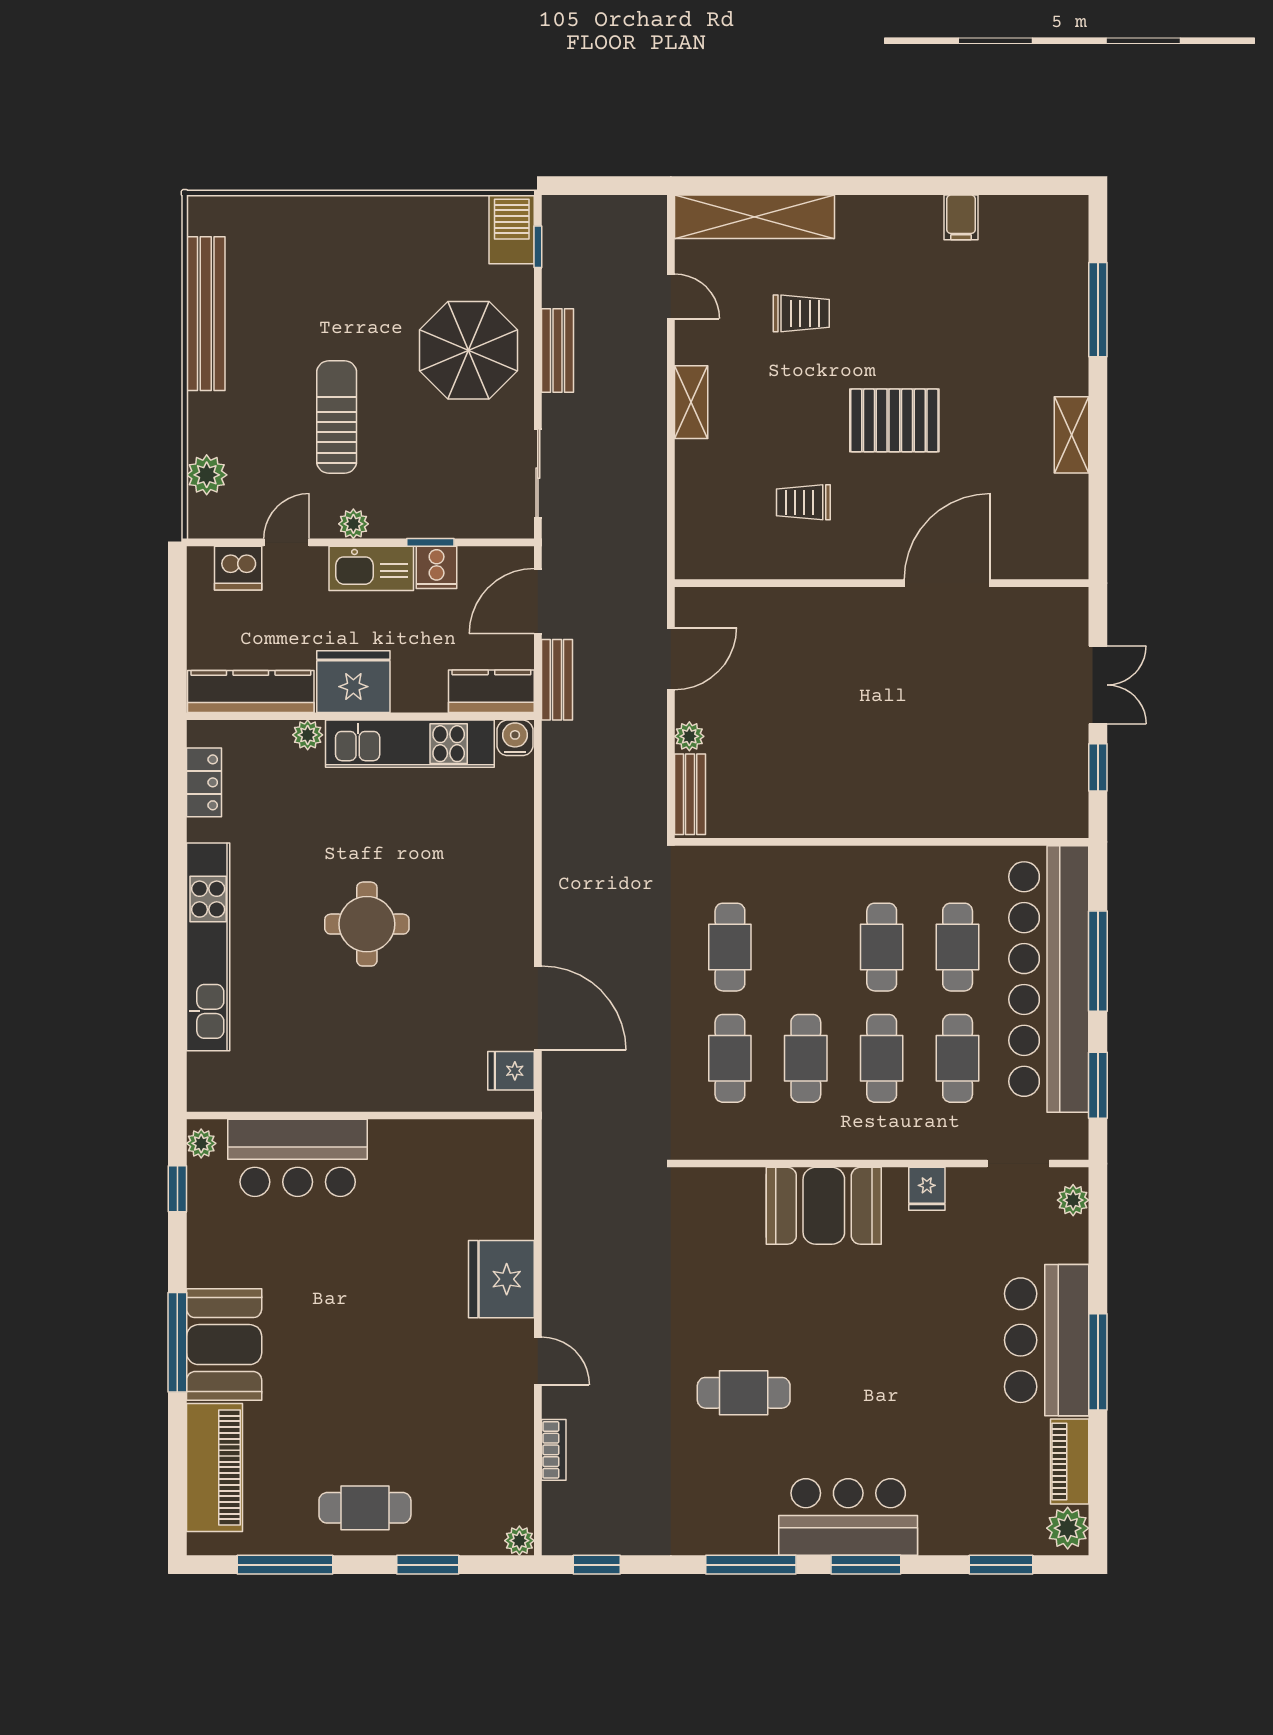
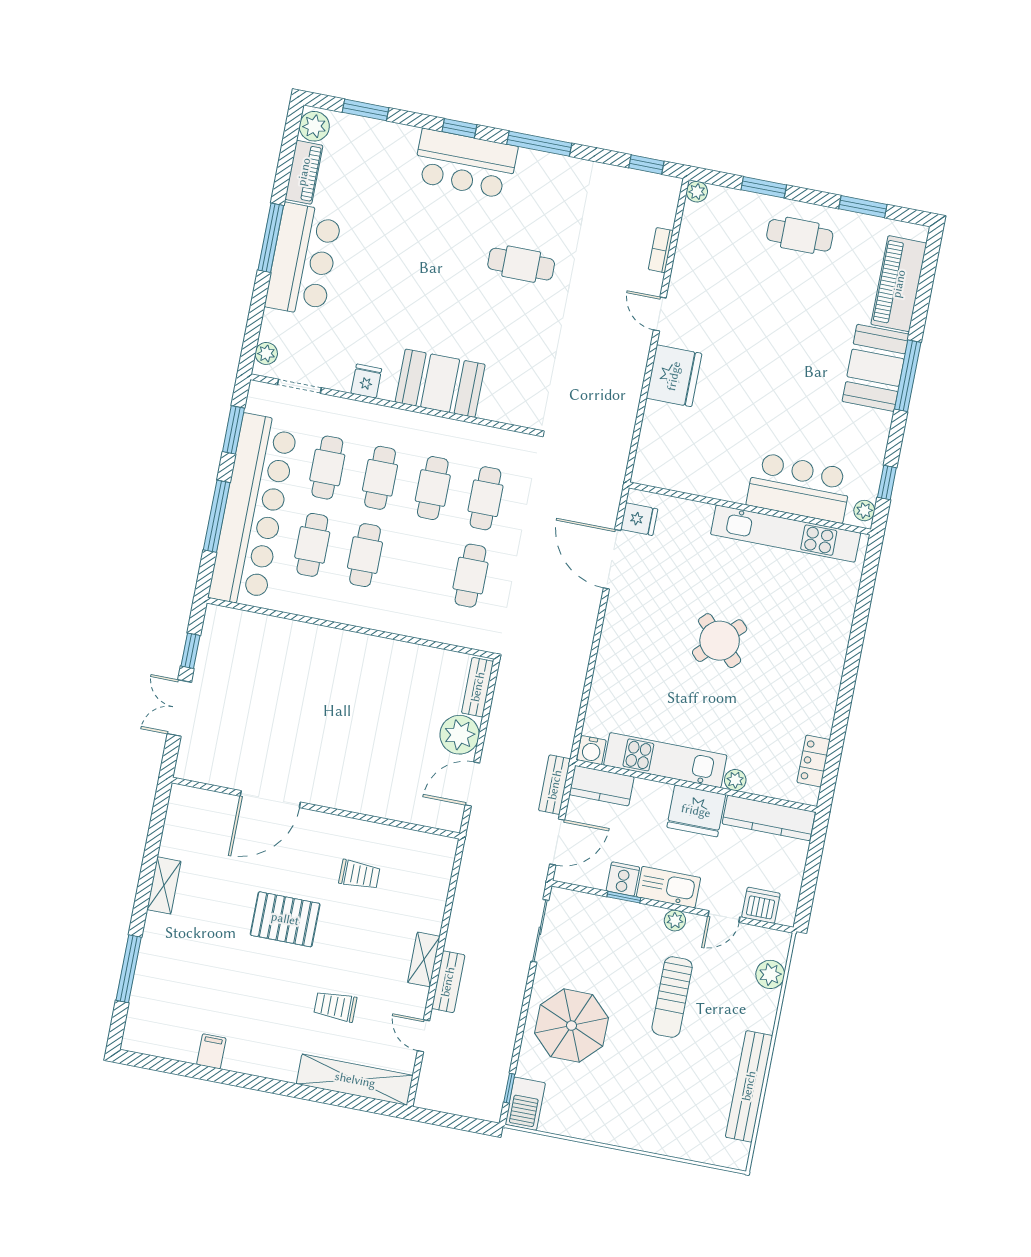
bench: (558, 350) -> (448, 982), moved
plant: (689, 736) -> (460, 735), width x1.87, depth x1.87
round table: (367, 924) -> (720, 641), turned 45
kitchen unit: (208, 947) -> (786, 534), moved, turned -90
window: (285, 1565) -> (863, 207), width x0.69
window: (866, 1565) -> (459, 128), width x0.67

